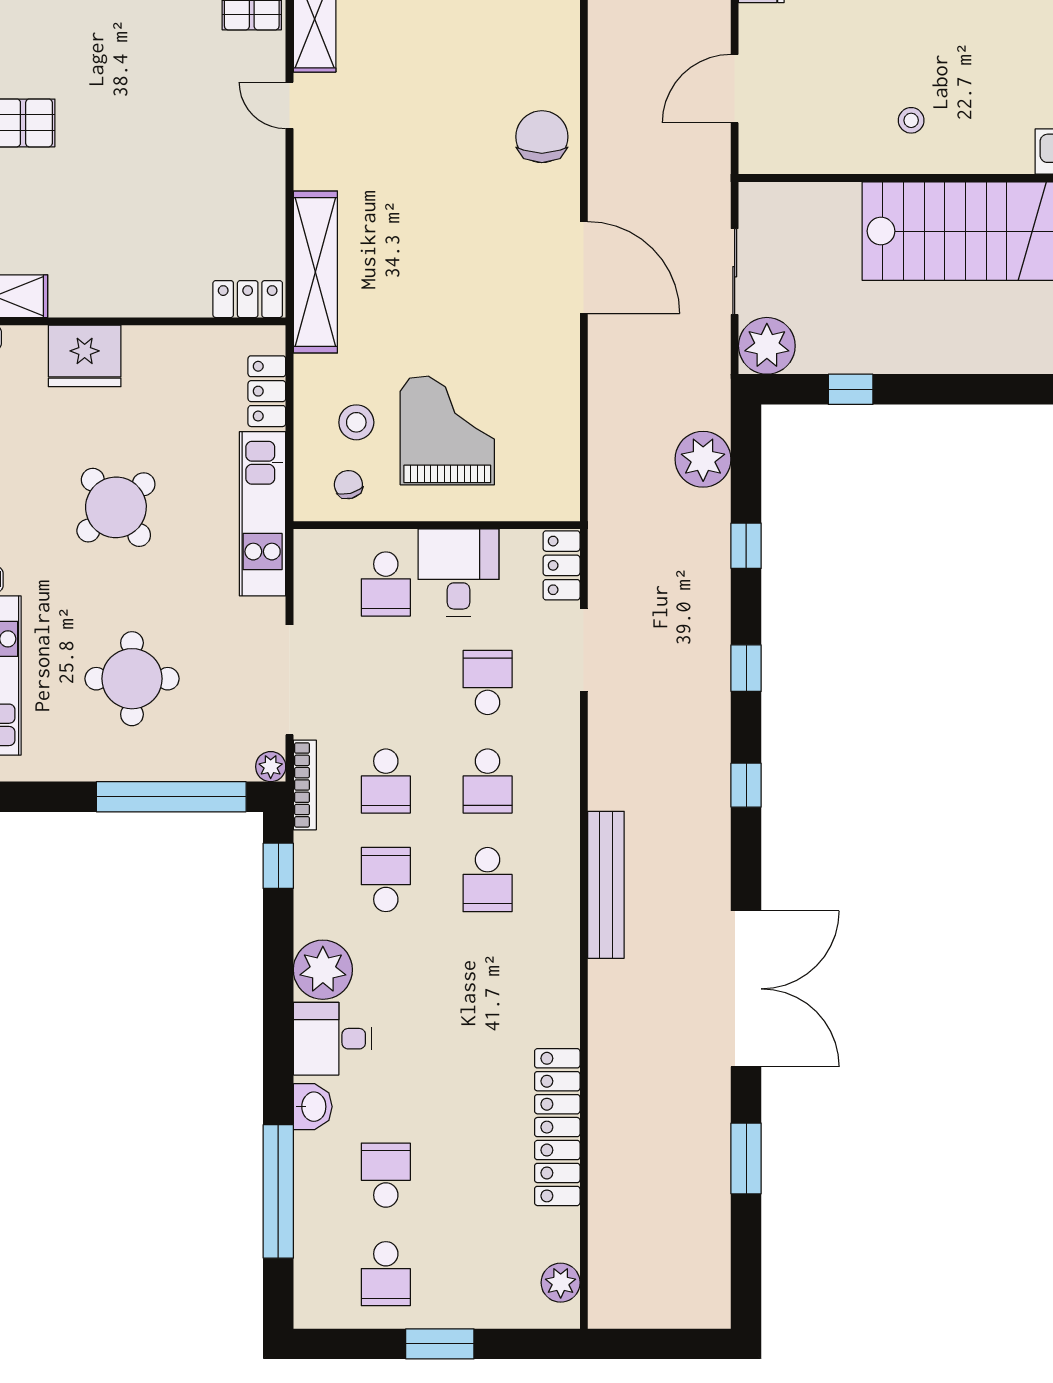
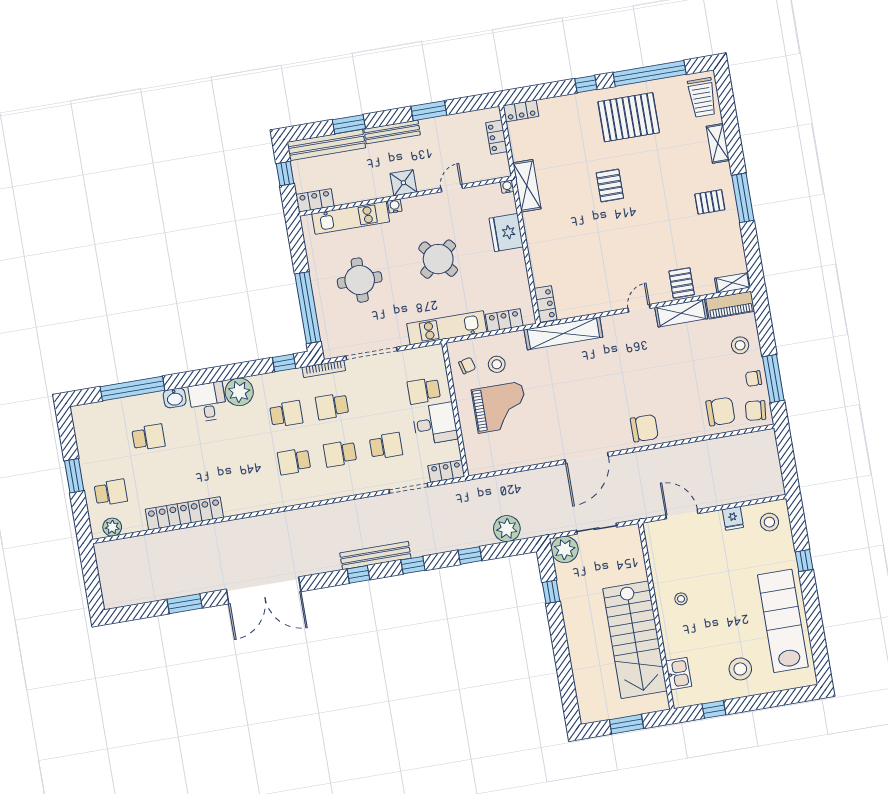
plant: (271, 767) -> (330, 352), removed
bench: (606, 885) -> (375, 555), moved
school desk: (386, 1274) -> (111, 492), moved, turned 180

